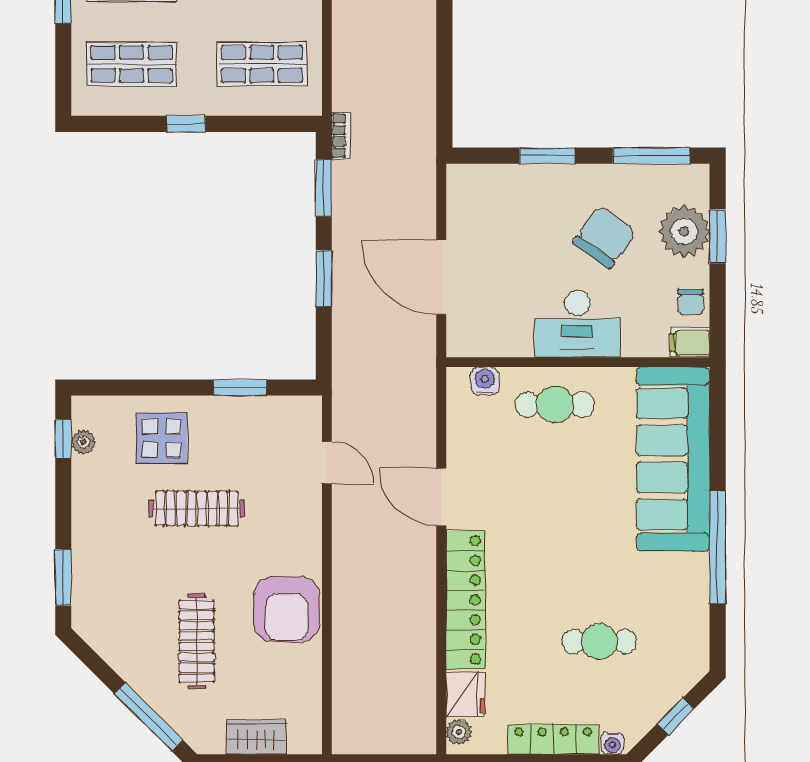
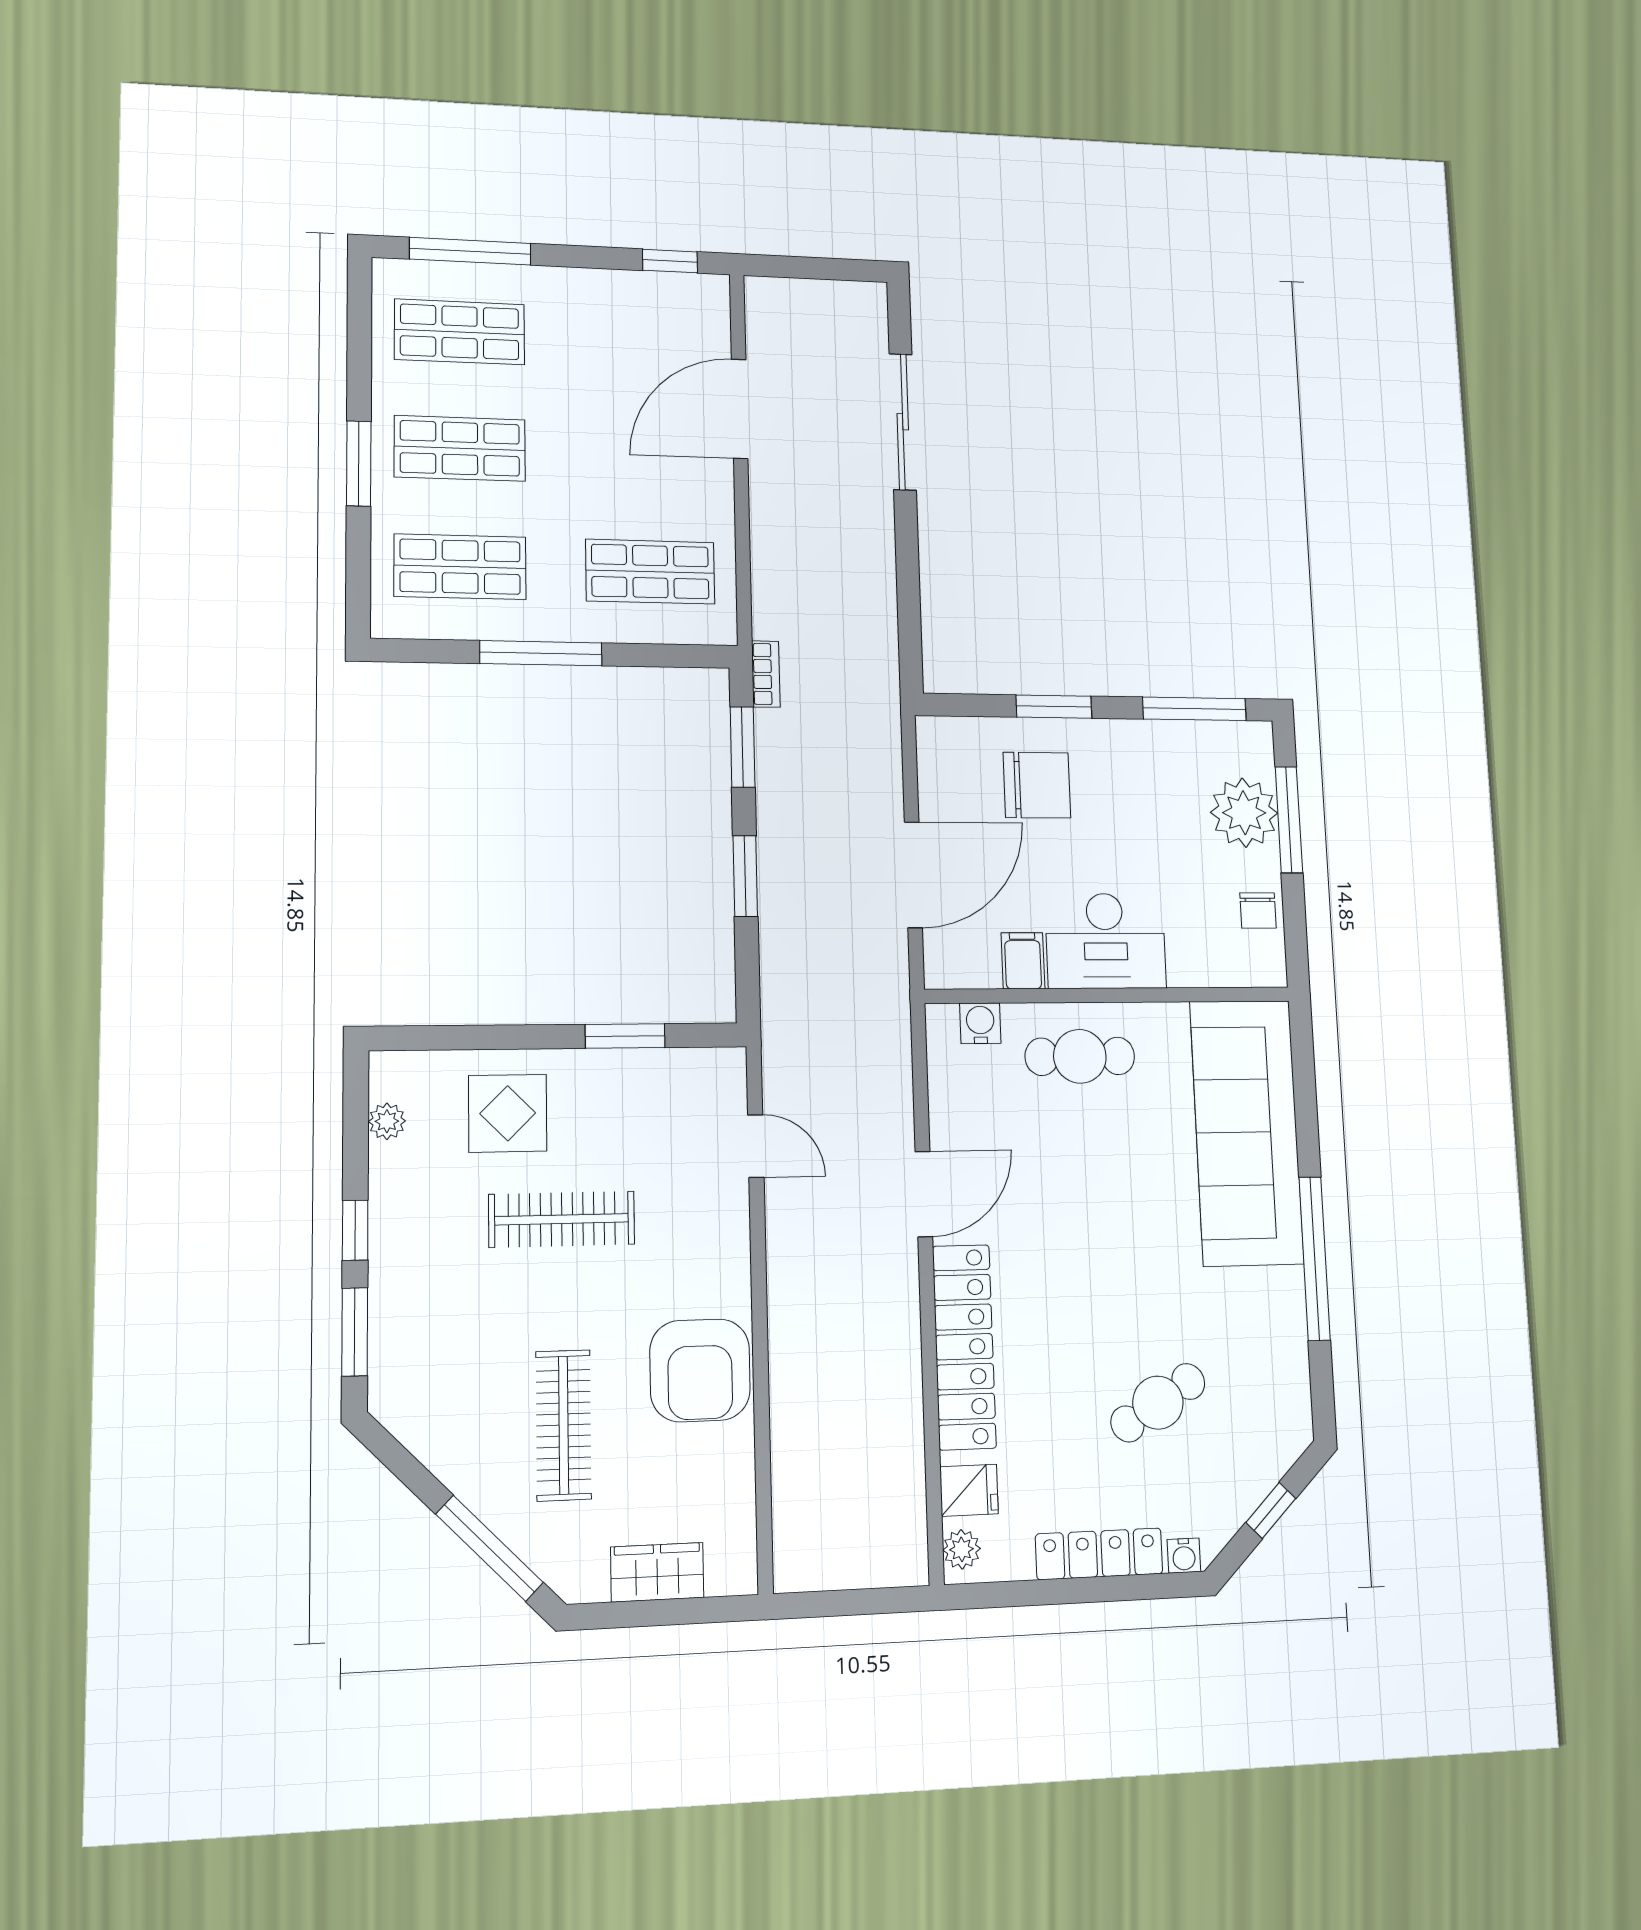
window: (186, 124) -> (541, 653), width x2.17
window: (718, 236) -> (1289, 820), width x1.44
chair: (605, 237) -> (1037, 785), moved, turned 54
door: (441, 277) -> (913, 875), swing flipped
filing cabinet: (690, 342) -> (1023, 961), moved, turned 90
window: (63, 439) -> (355, 1230), moved
door: (441, 497) -> (924, 1194), swing flipped
cafe table: (599, 642) -> (1158, 1403), turned -31
fridge: (465, 694) -> (969, 1490), width x0.72

